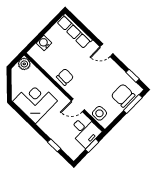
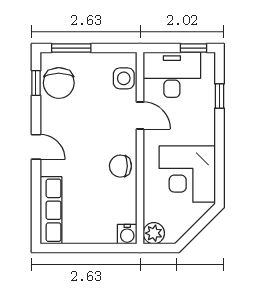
water cooler: (44, 43) -> (127, 234), moved
chair: (123, 96) -> (59, 83), moved
desk: (85, 131) -> (172, 75), width x1.37
window: (92, 146) -> (194, 48), moved

